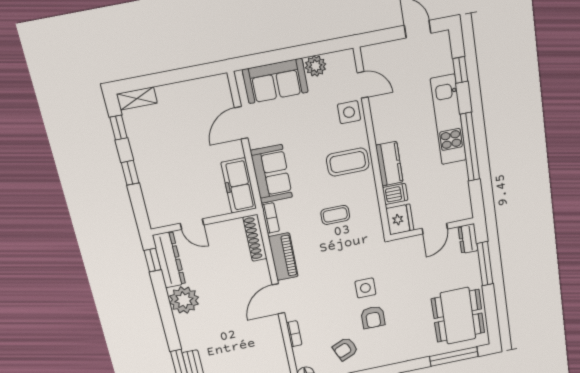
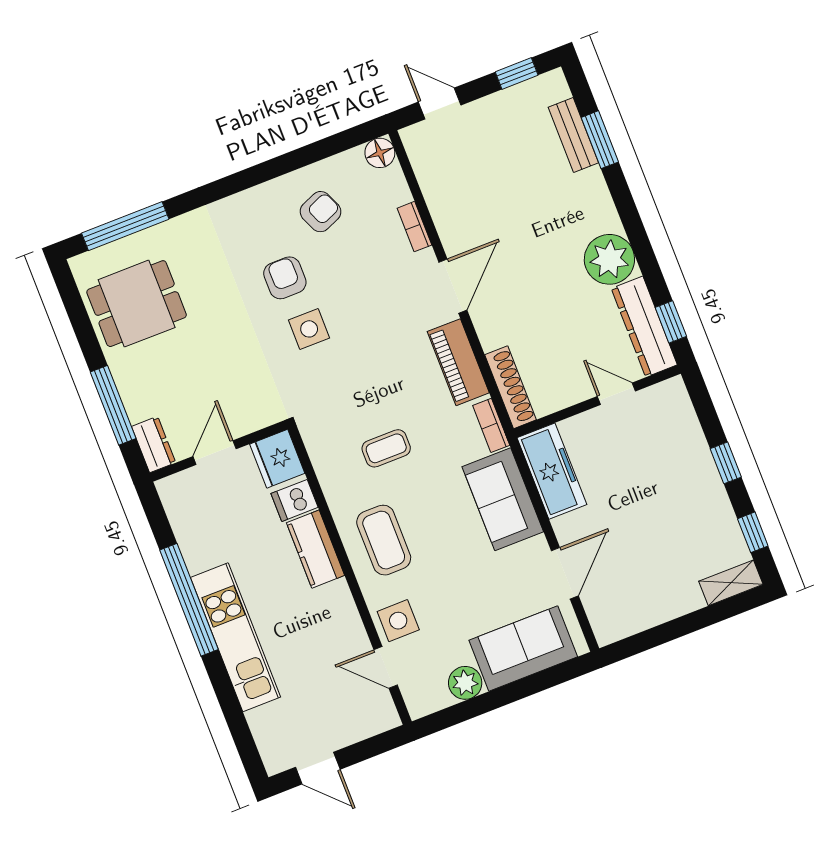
window: (460, 70) -> (235, 719), removed
coffee table: (348, 162) -> (384, 540), turned 90
dining table: (458, 316) -> (137, 304), width x0.73

